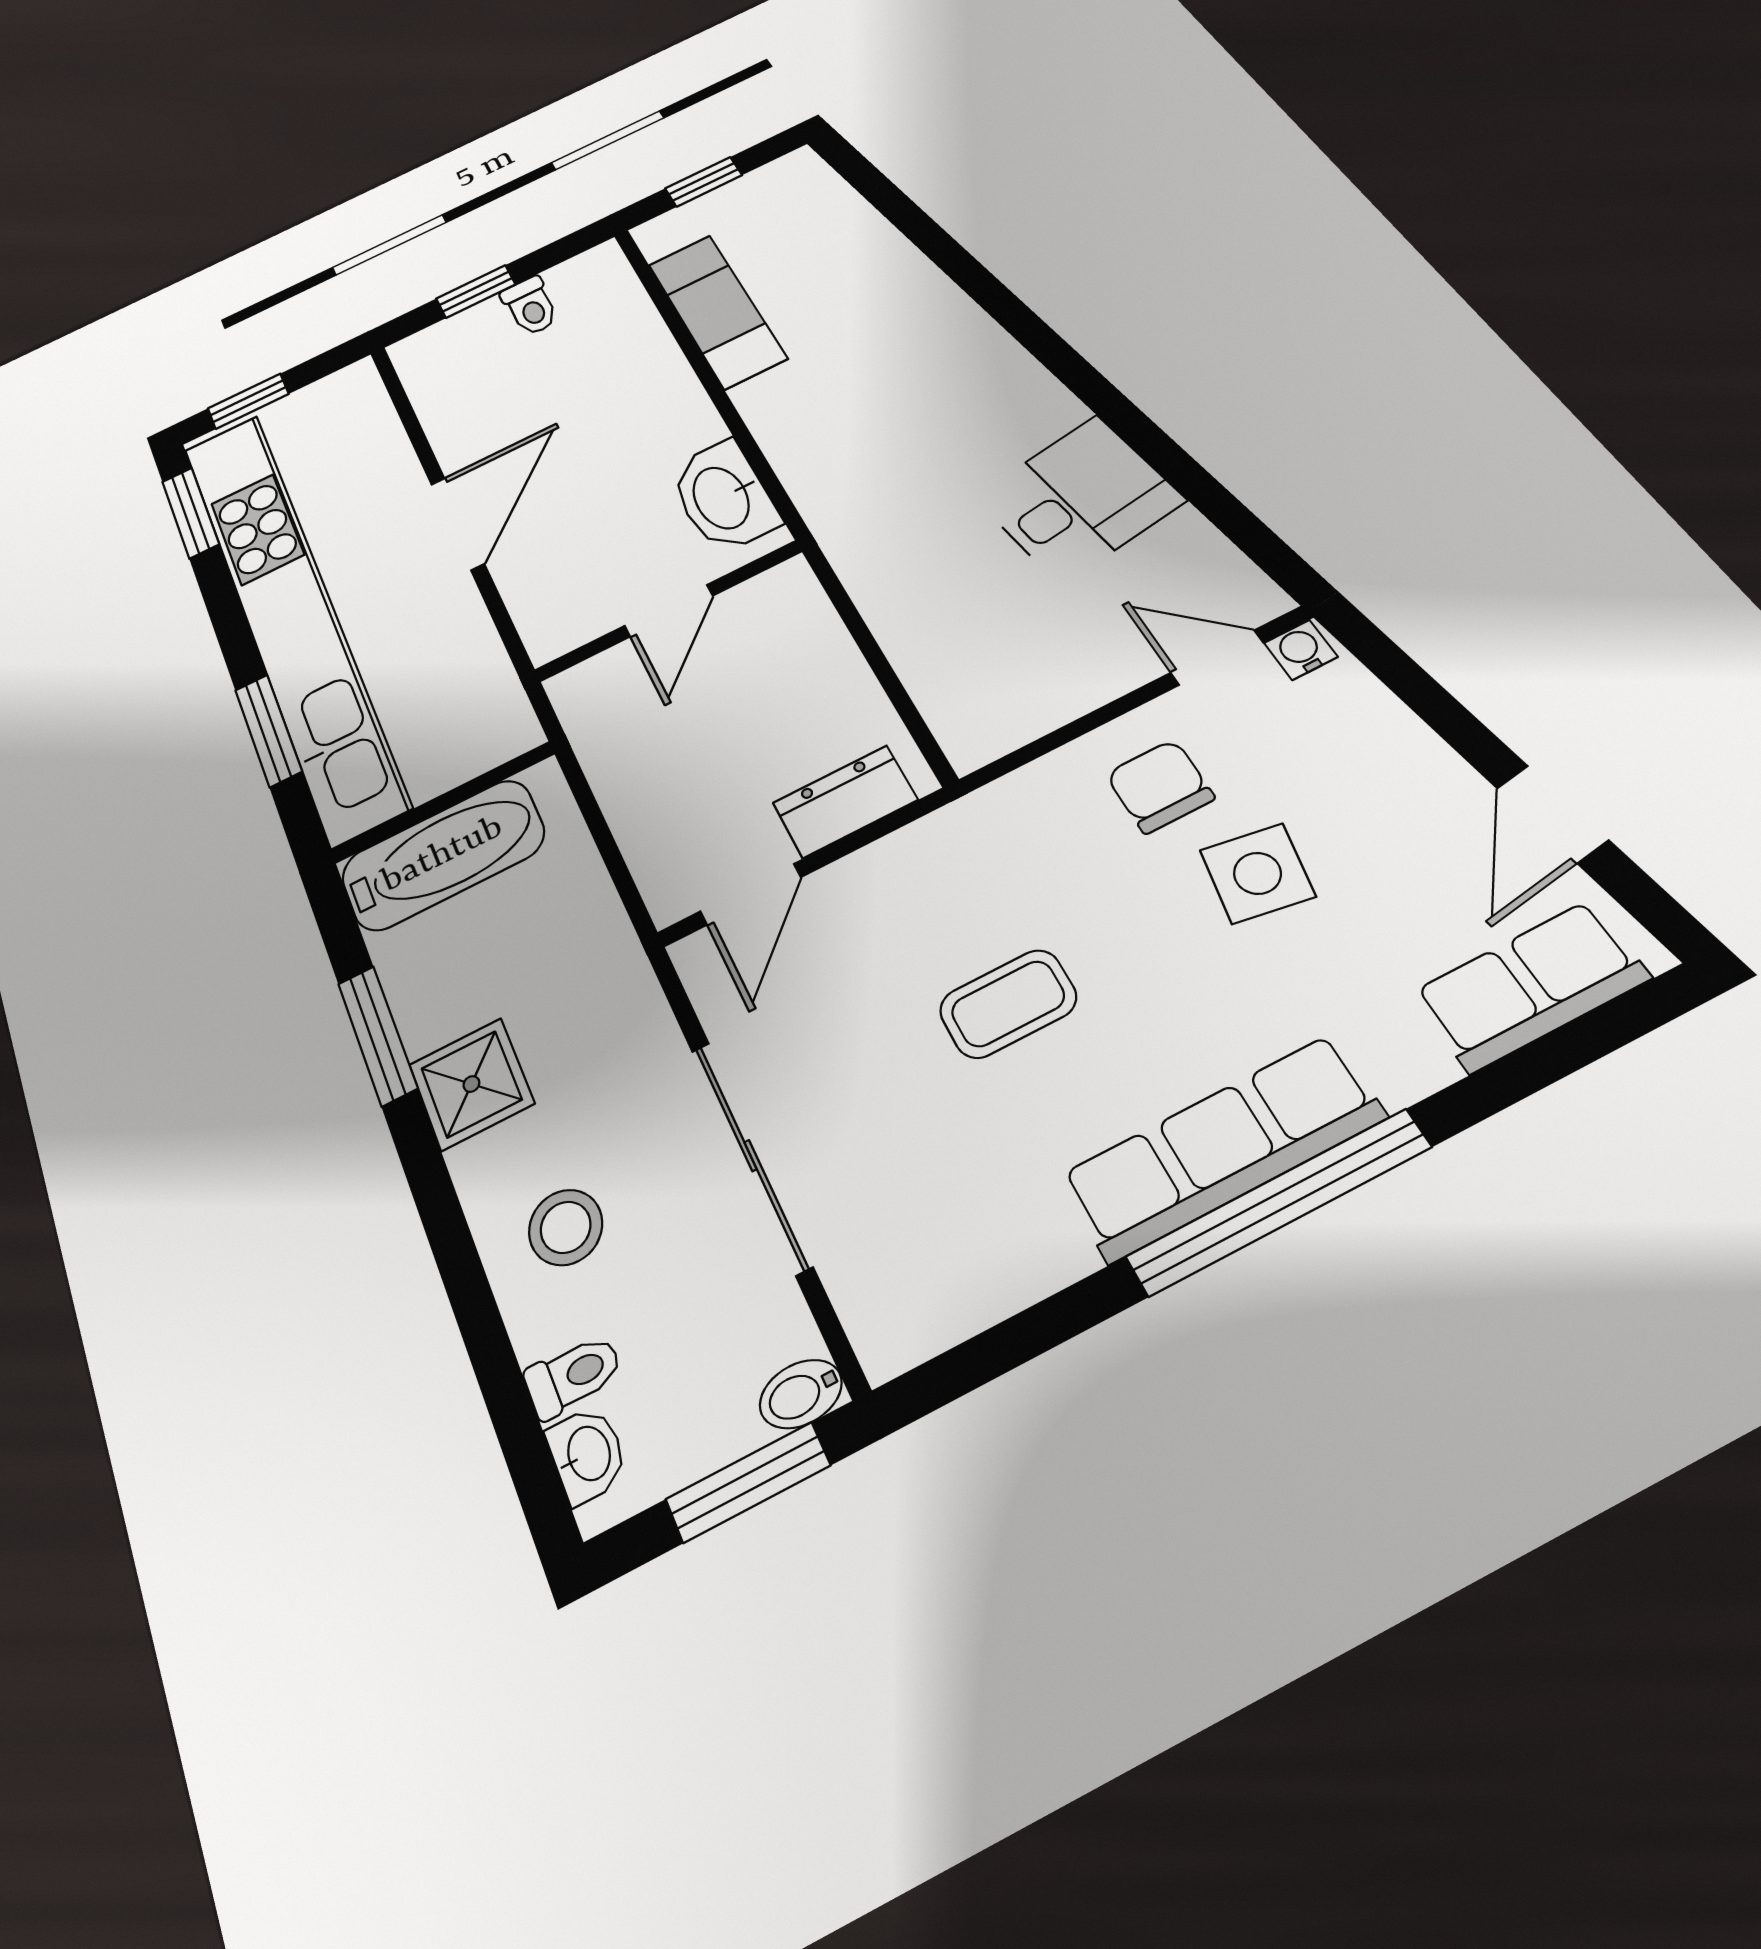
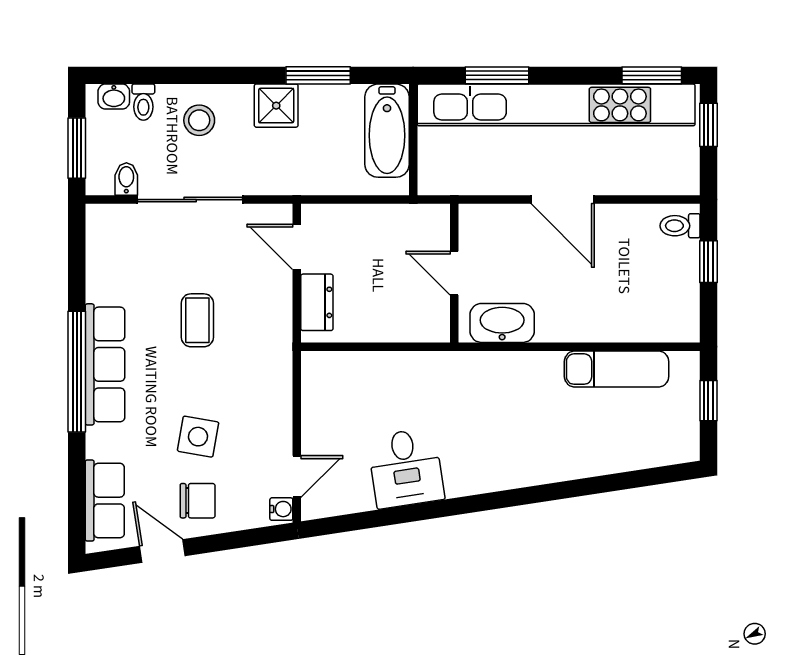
toilet: (530, 306) -> (680, 226), moved
chair: (1160, 786) -> (198, 501), moved
bidet: (801, 1394) -> (126, 179), moved

